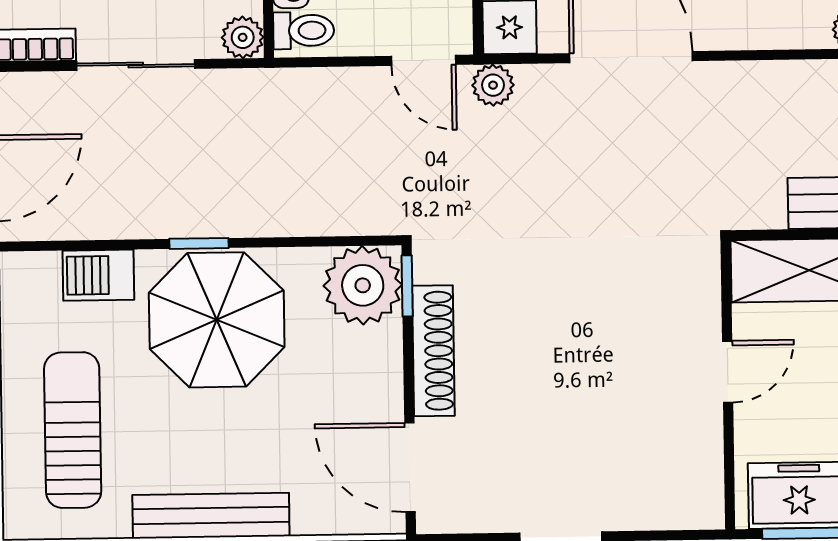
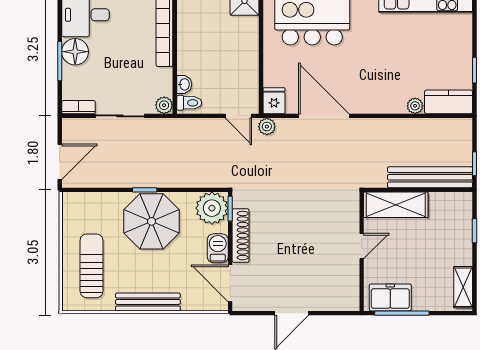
barbecue: (98, 275) -> (218, 248), moved, turned 90

